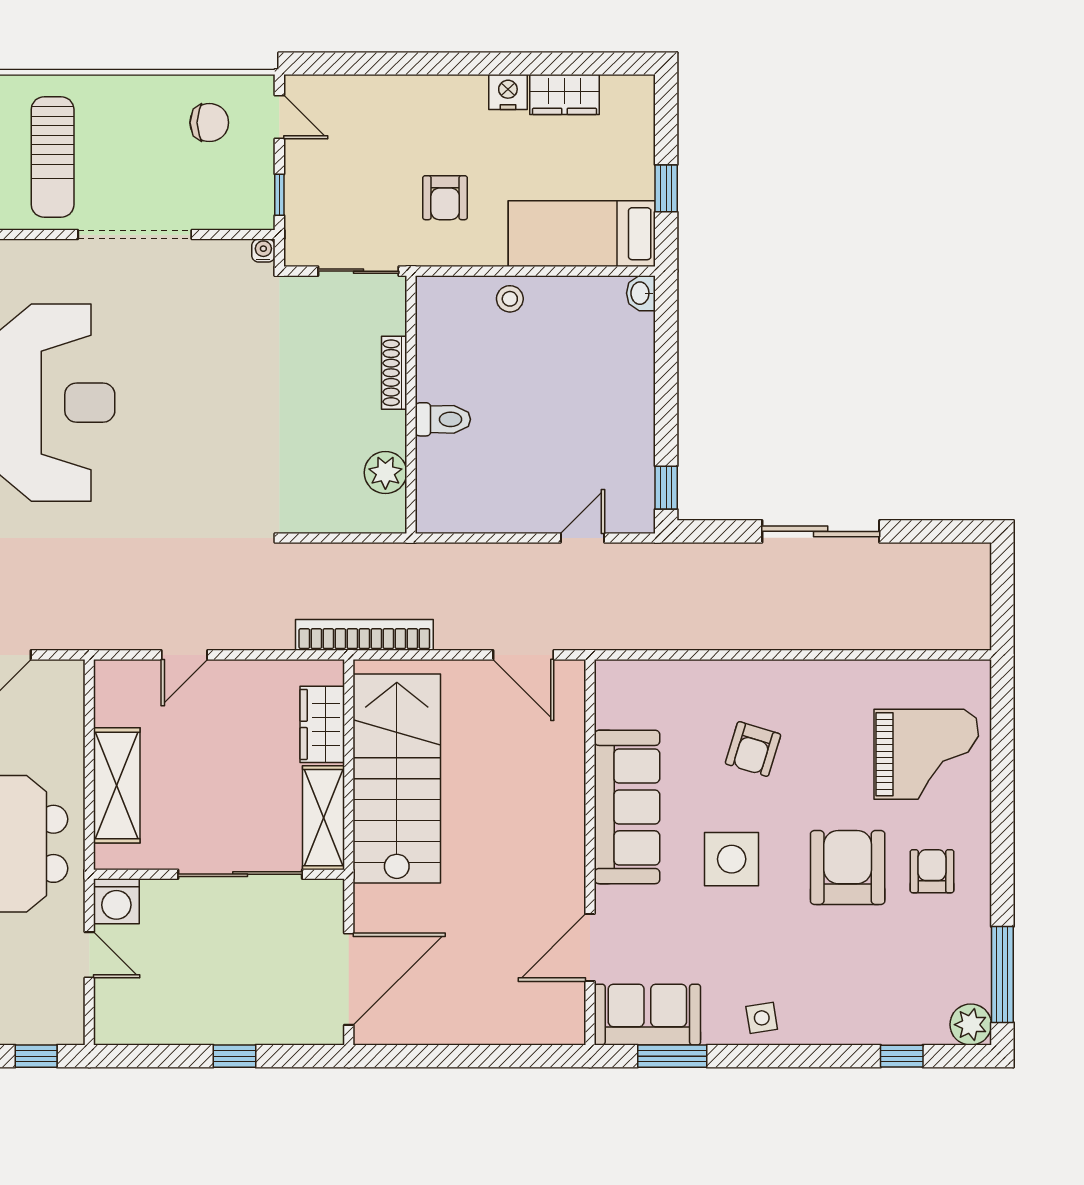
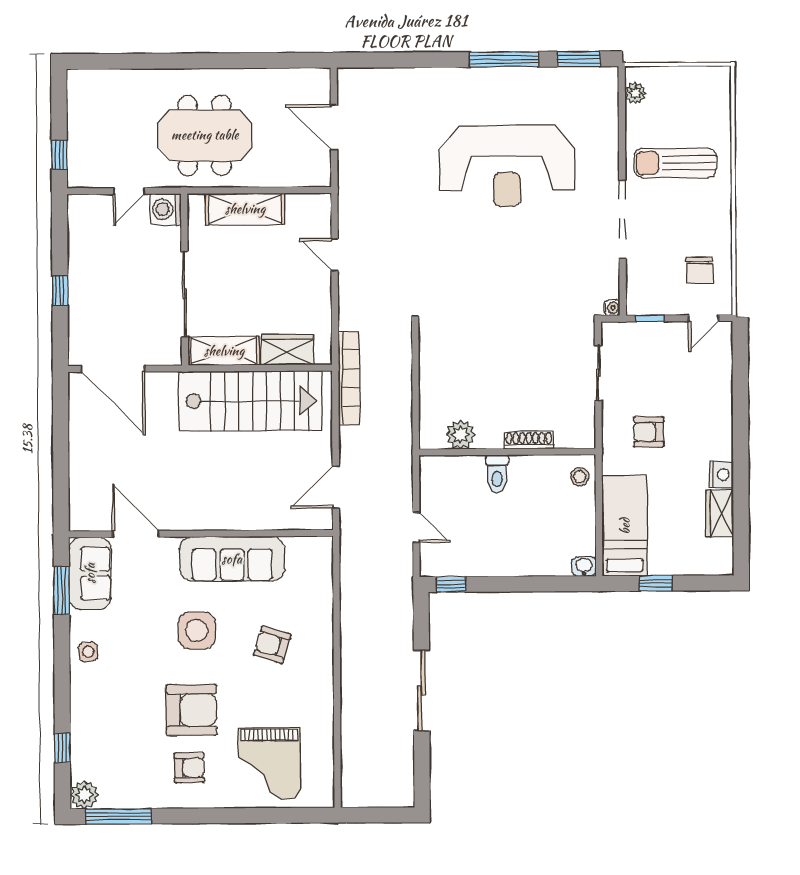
shoe rack: (394, 373) -> (529, 440), moved
wall: (411, 405) -> (507, 452), moved
toilet: (443, 419) -> (497, 474), moved
plant: (385, 473) -> (460, 435), moved

